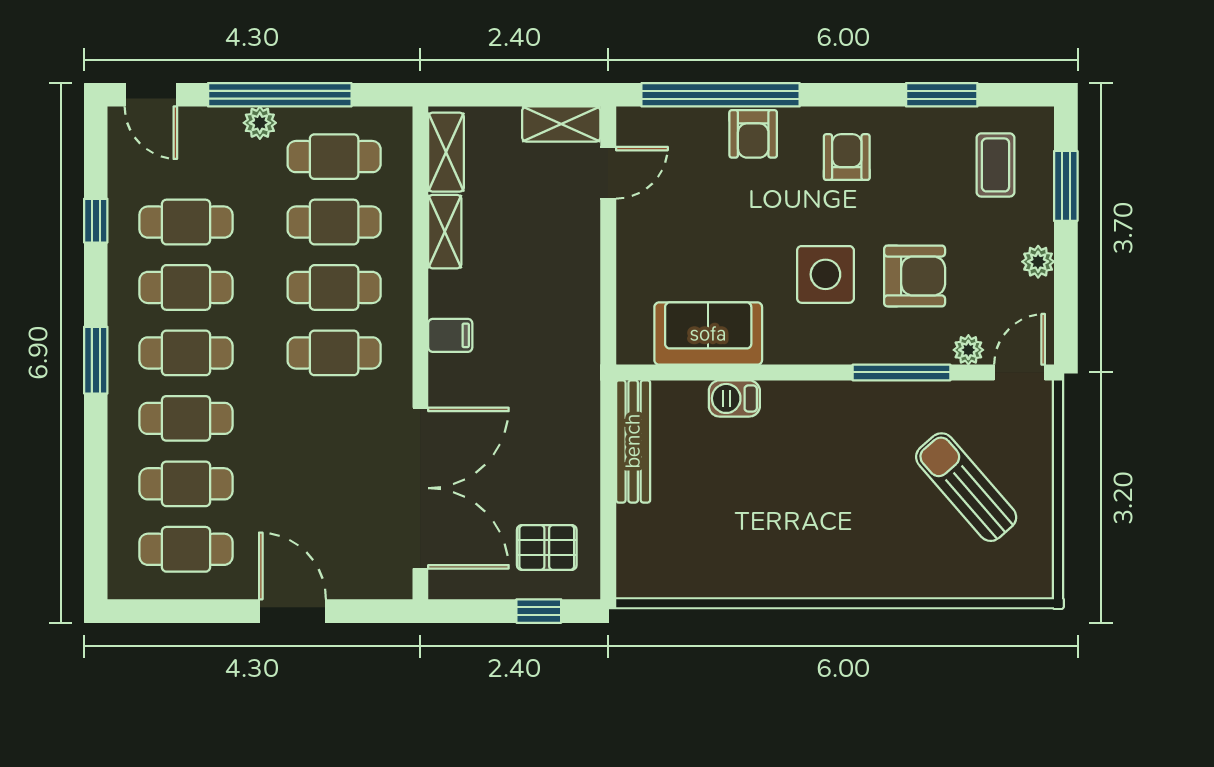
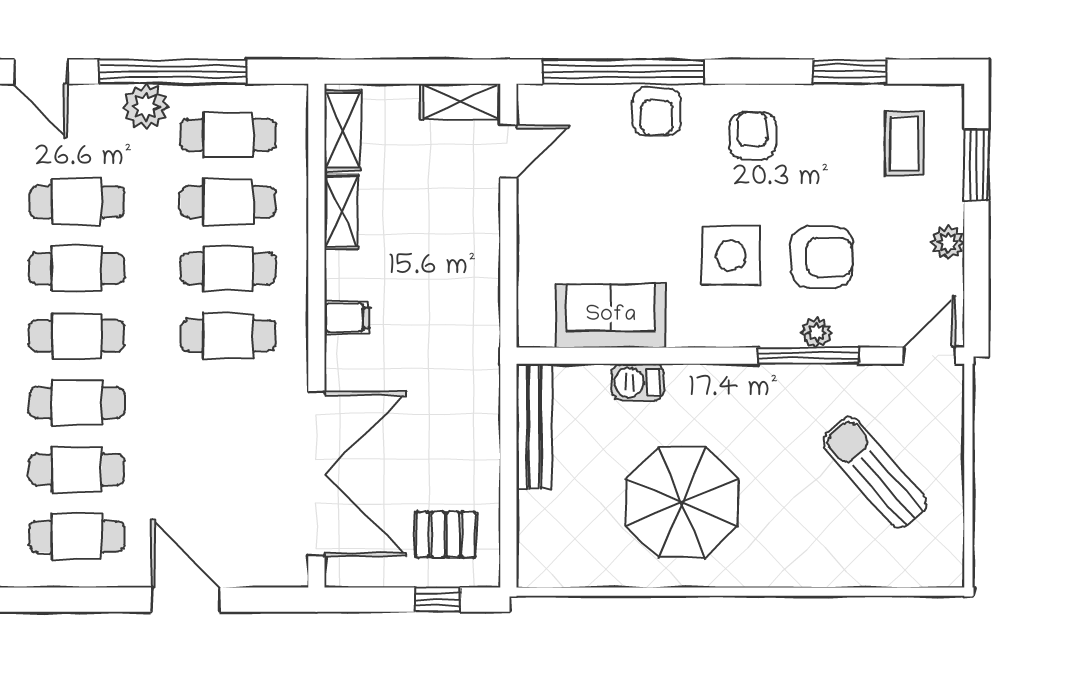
plant: (260, 123) -> (146, 107), width x1.38, depth x1.38
plant: (968, 350) -> (817, 333), moved
parasol: (778, 516) -> (682, 502), added

